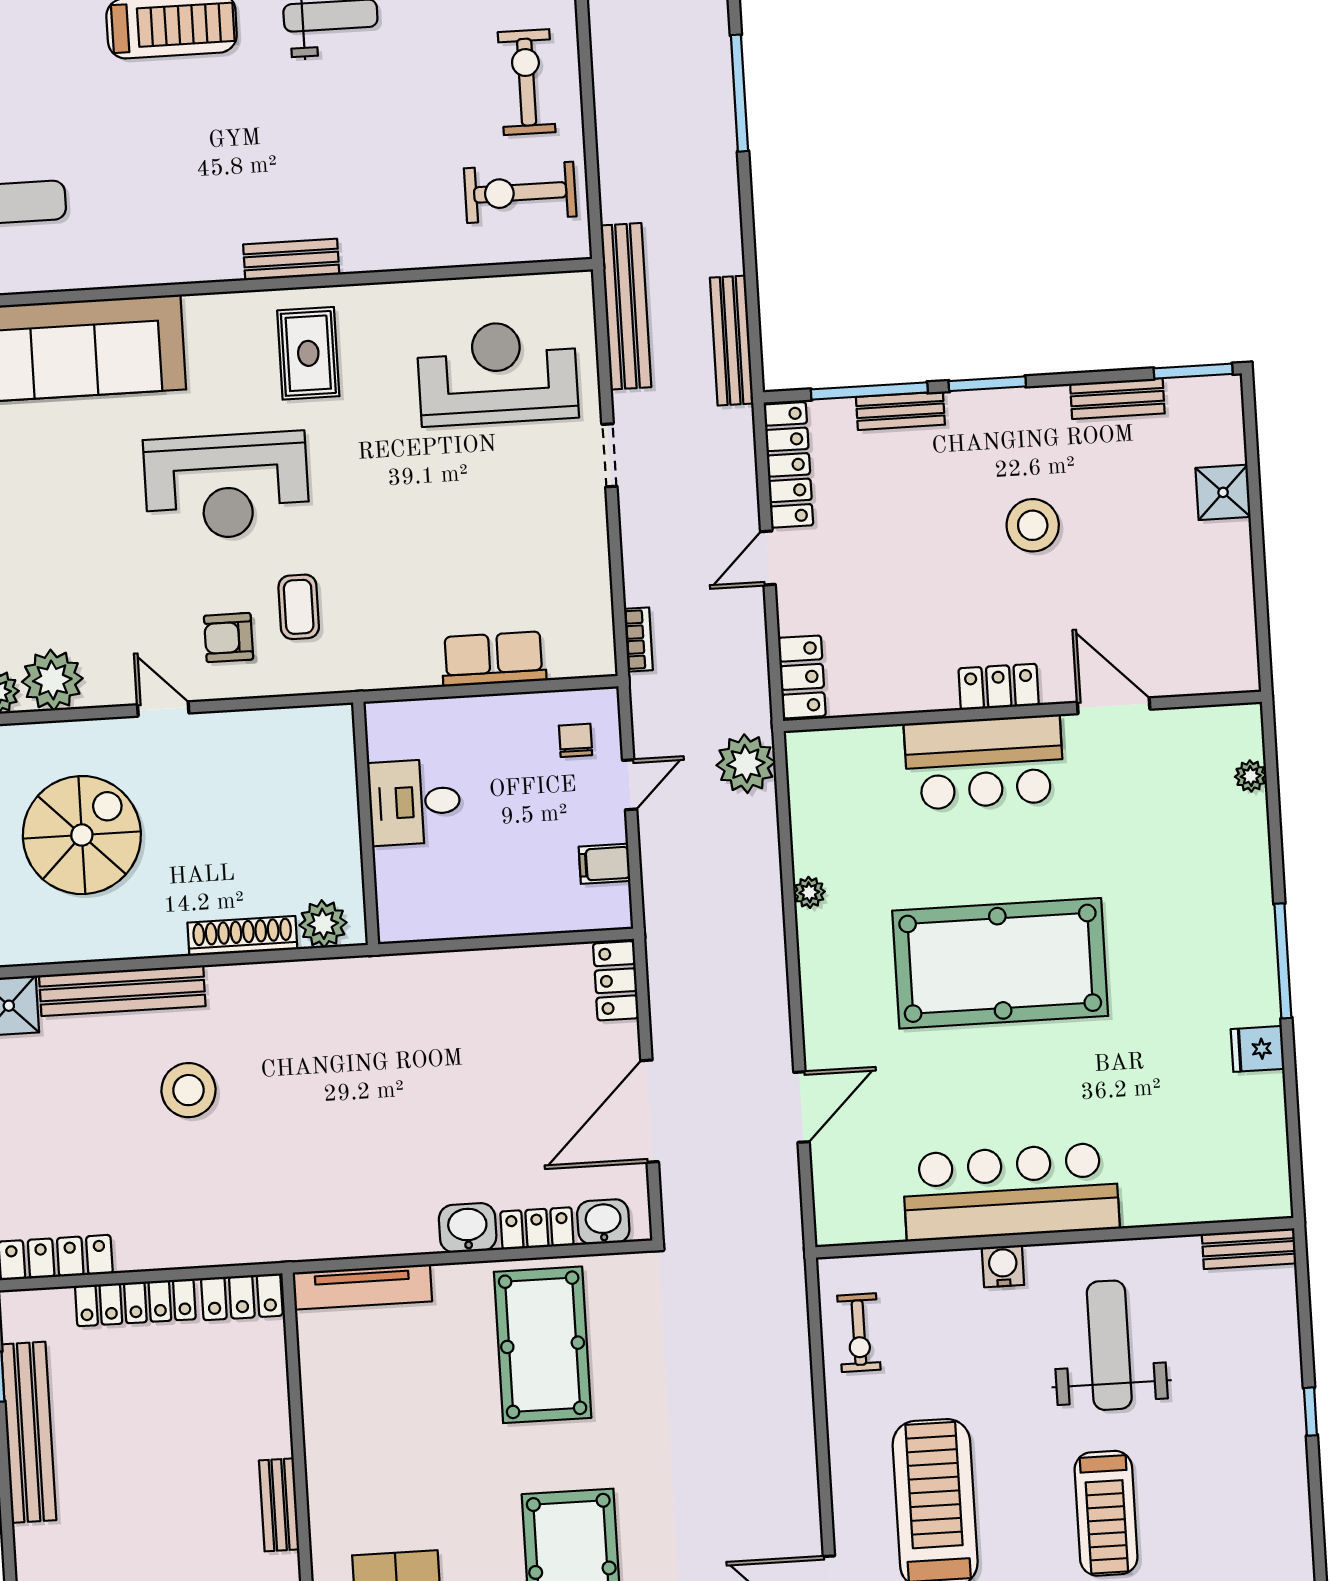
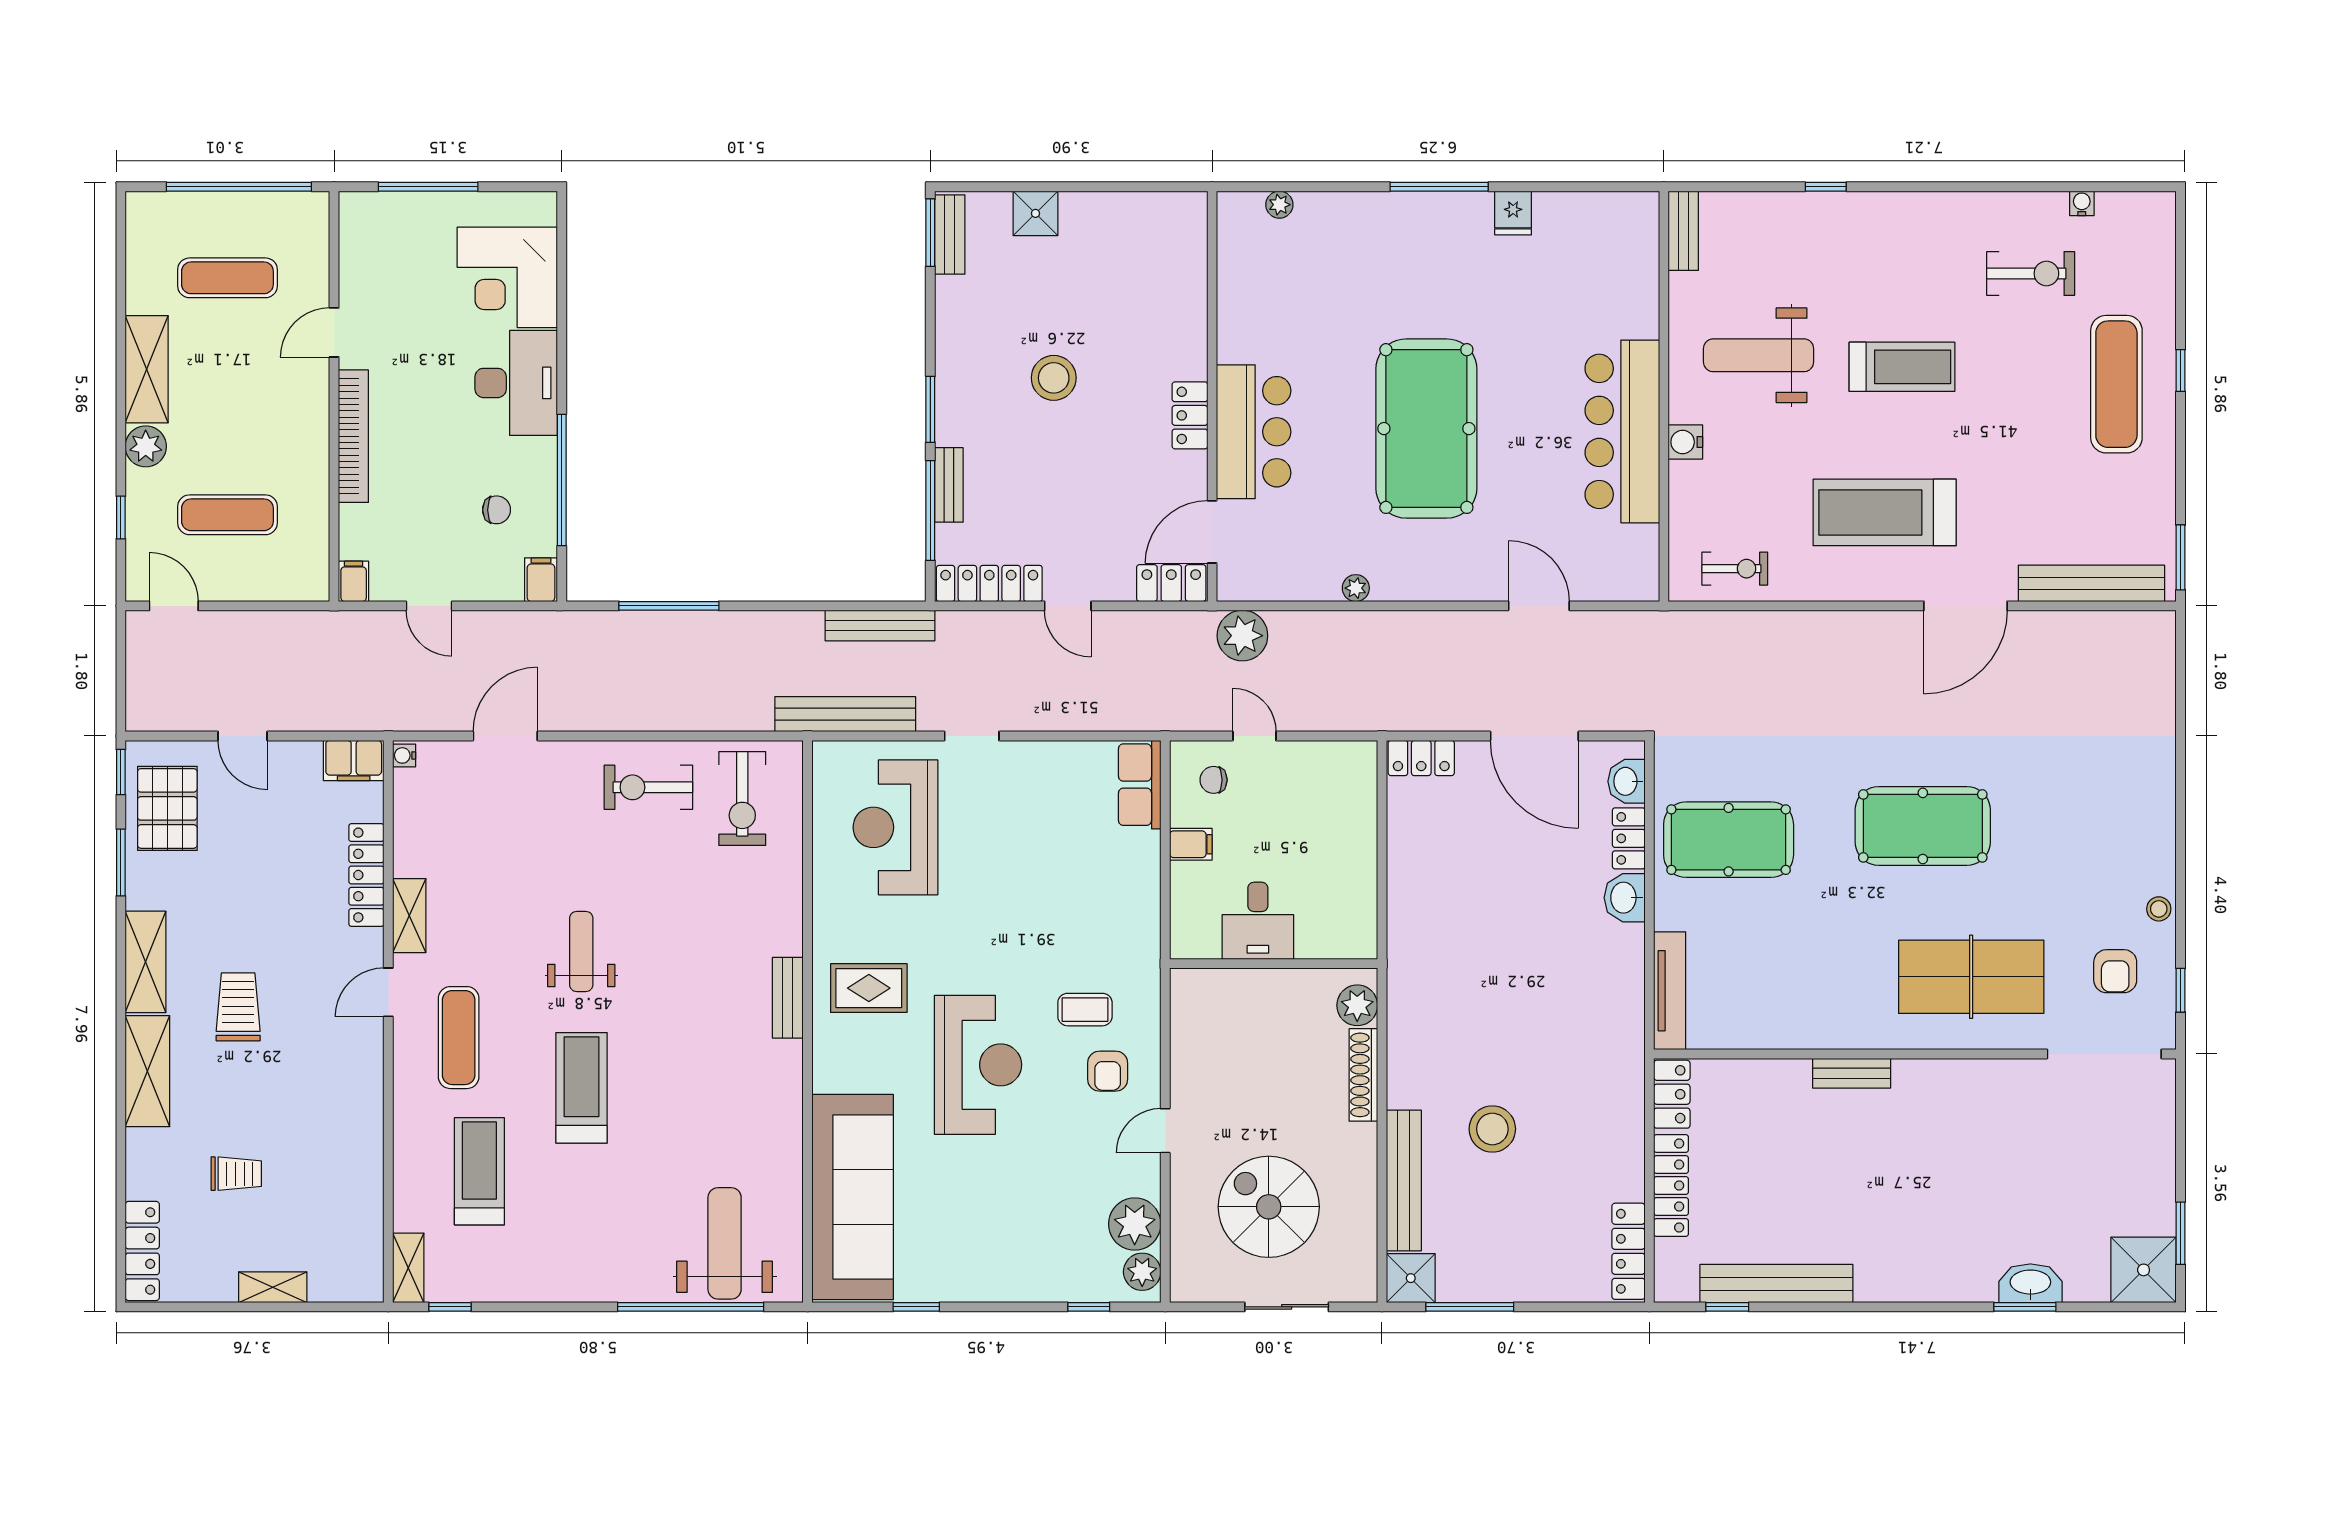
bench: (1117, 399) -> (950, 234), moved
bookcase: (638, 639) -> (1131, 721), removed
row of seats: (494, 659) -> (1140, 785), moved
door: (1114, 706) -> (1212, 532), moved
filing cabinet: (604, 864) -> (1191, 844), moved, turned -90

